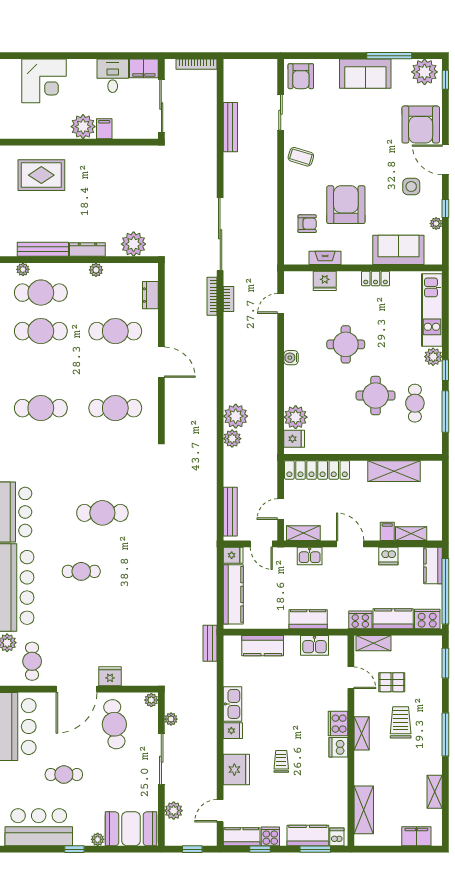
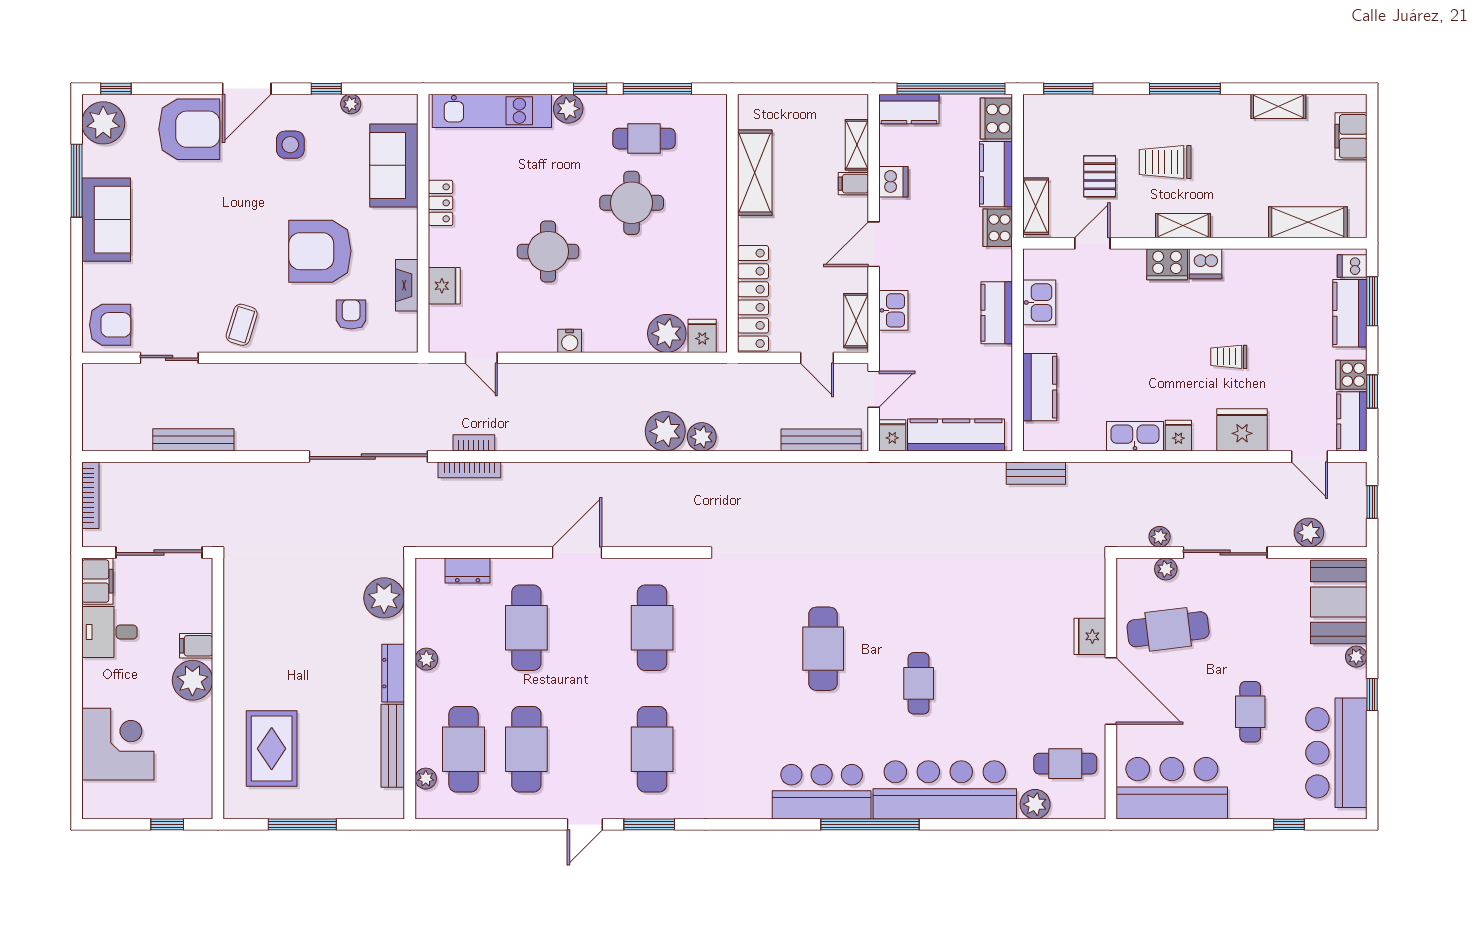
plant: (151, 700) -> (1166, 569), moved

